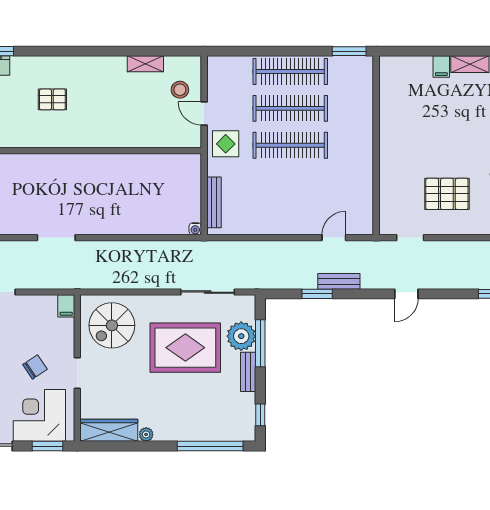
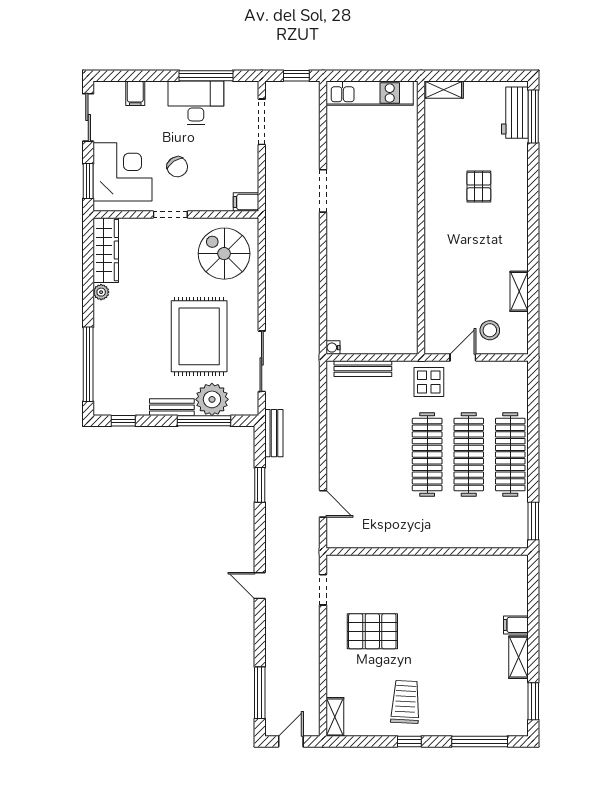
pallet: (447, 194) -> (372, 631), turned 90
bench: (339, 281) -> (274, 433), moved

